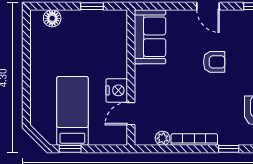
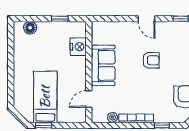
sofa: (150, 37) -> (103, 65), moved
nightstand: (117, 90) -> (78, 47), moved

